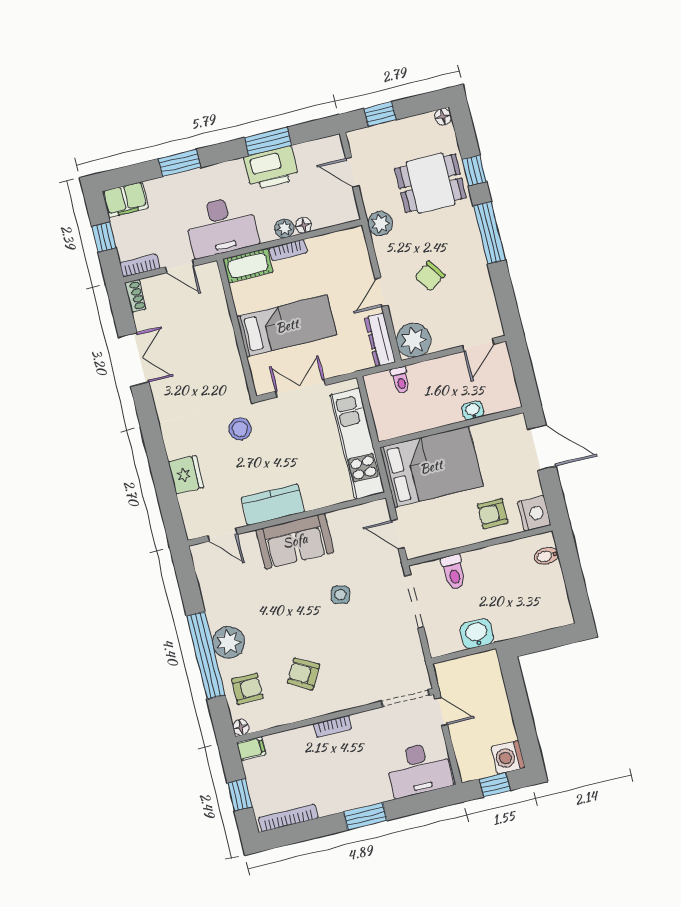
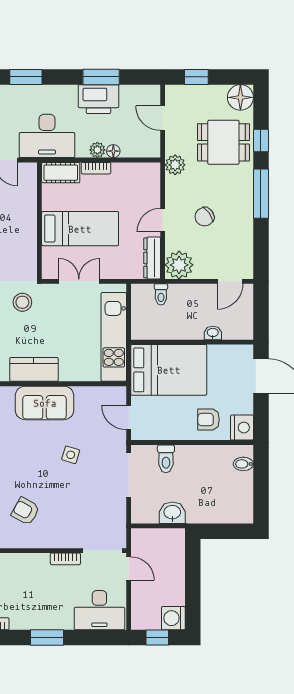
floor lamp: (443, 117) -> (240, 97), width x1.89, depth x1.89
bookcase: (333, 726) -> (65, 559), moved

